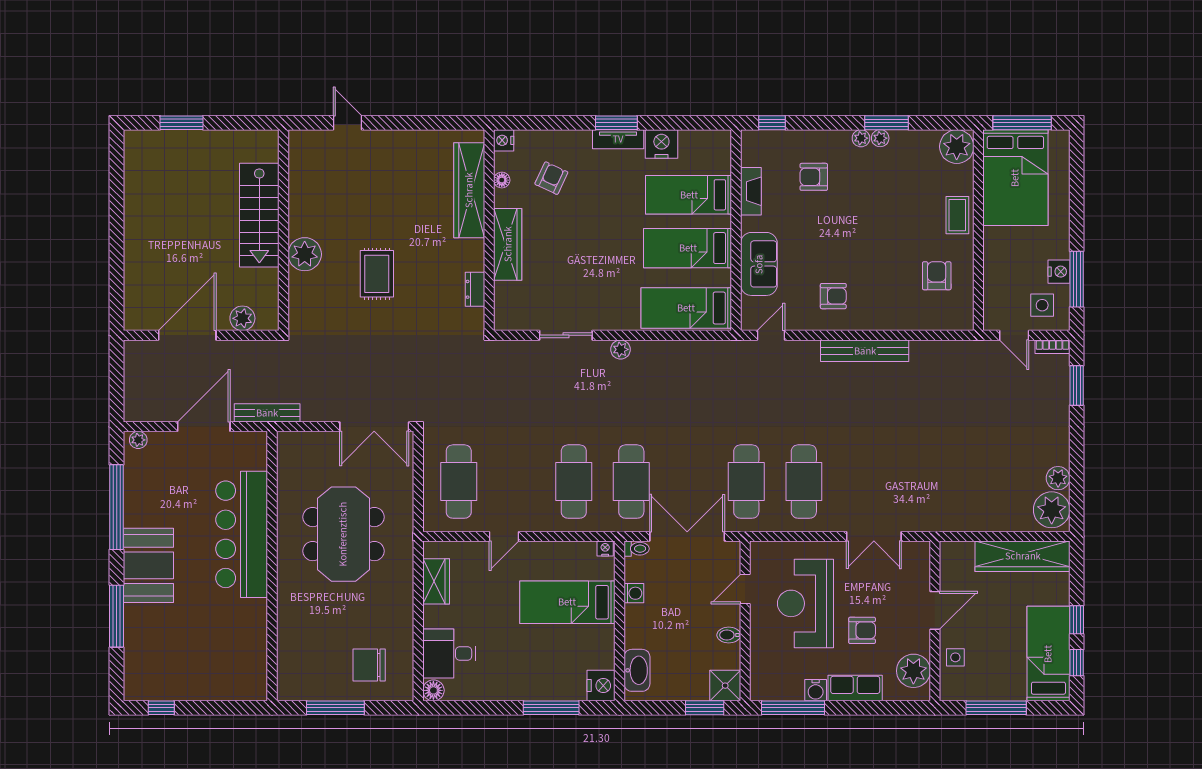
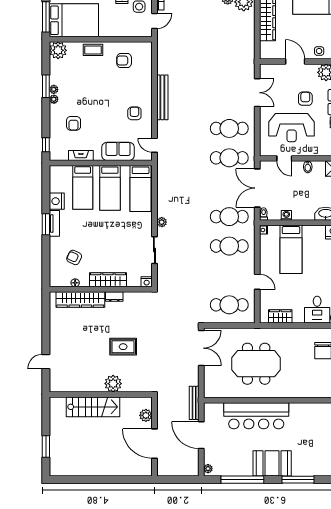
nightstand: (504, 140) -> (147, 282), moved
dresser: (475, 289) -> (114, 296), moved

